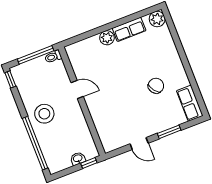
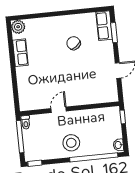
plant: (107, 38) -> (22, 73), removed
row of seats: (190, 103) -> (104, 26), moved, turned 90
window: (169, 132) -> (114, 33), moved
washbasin: (78, 159) -> (118, 145), moved

